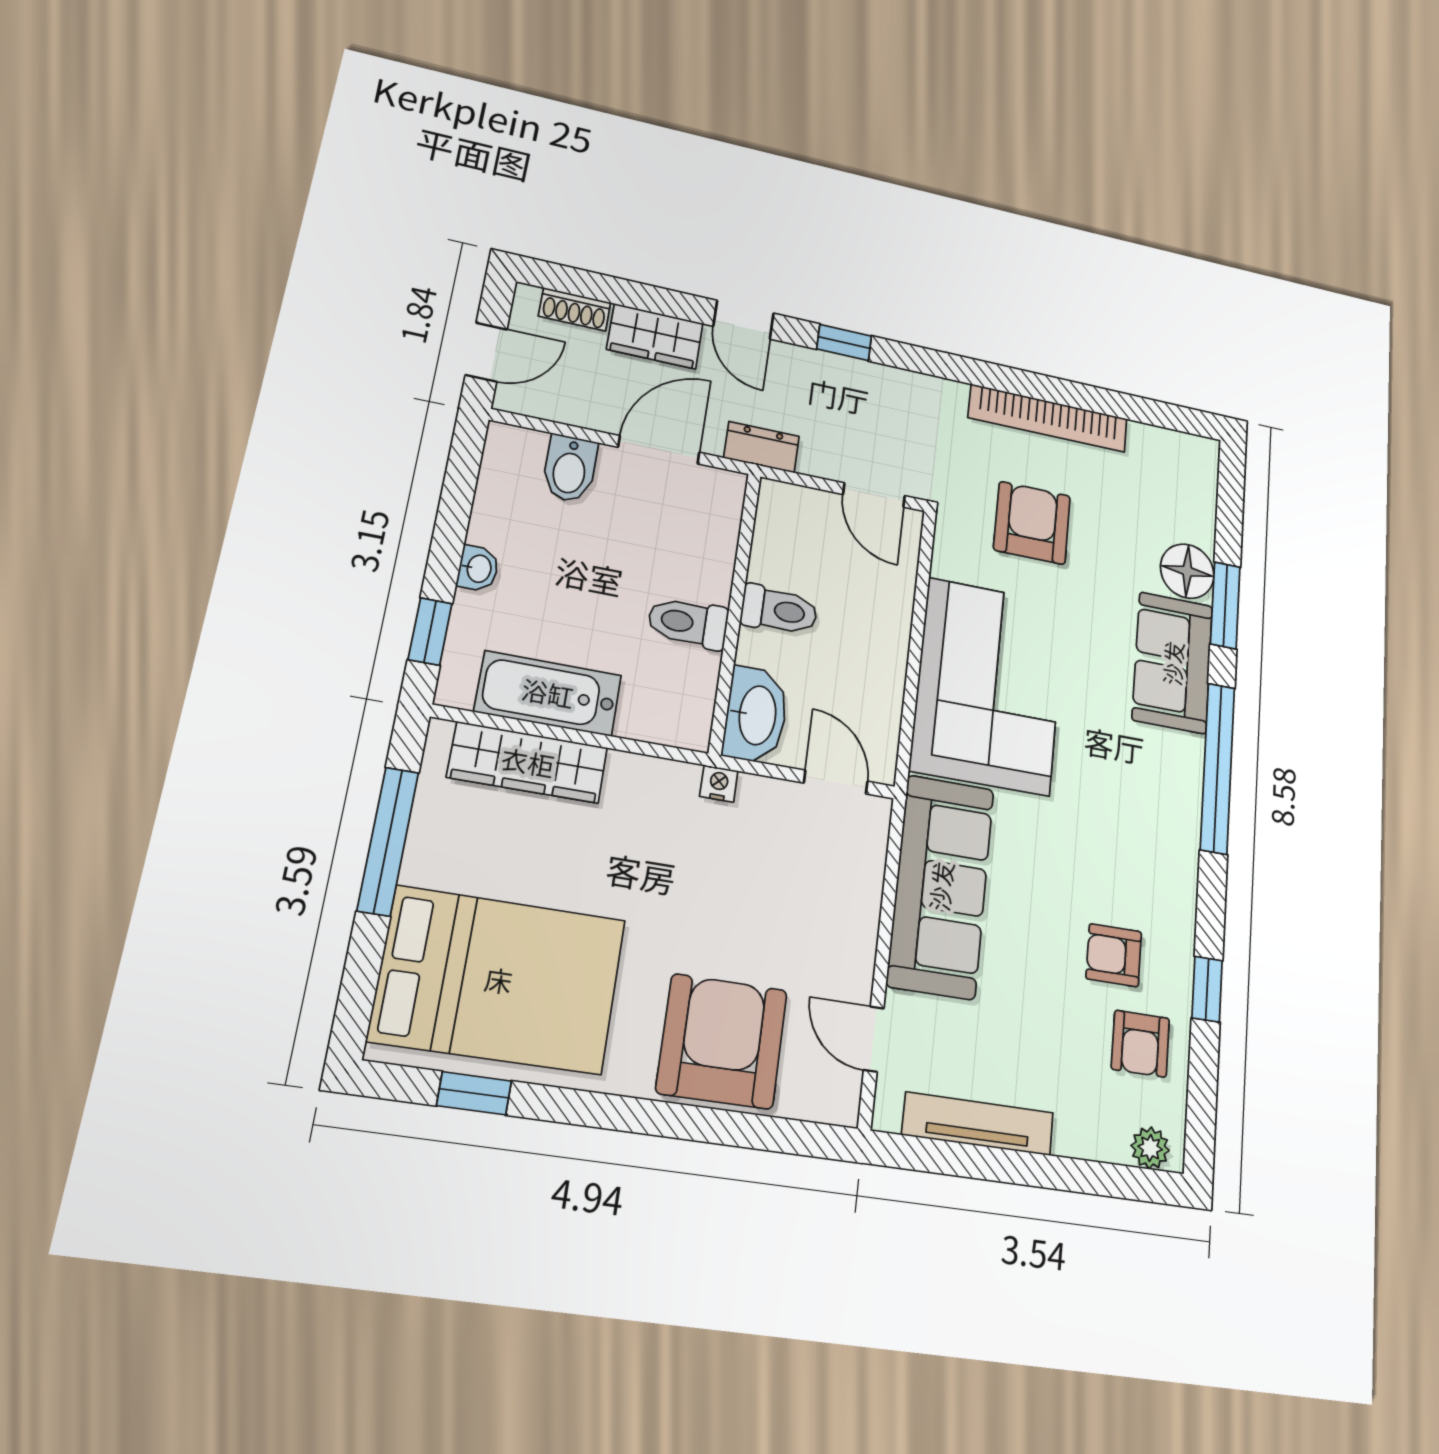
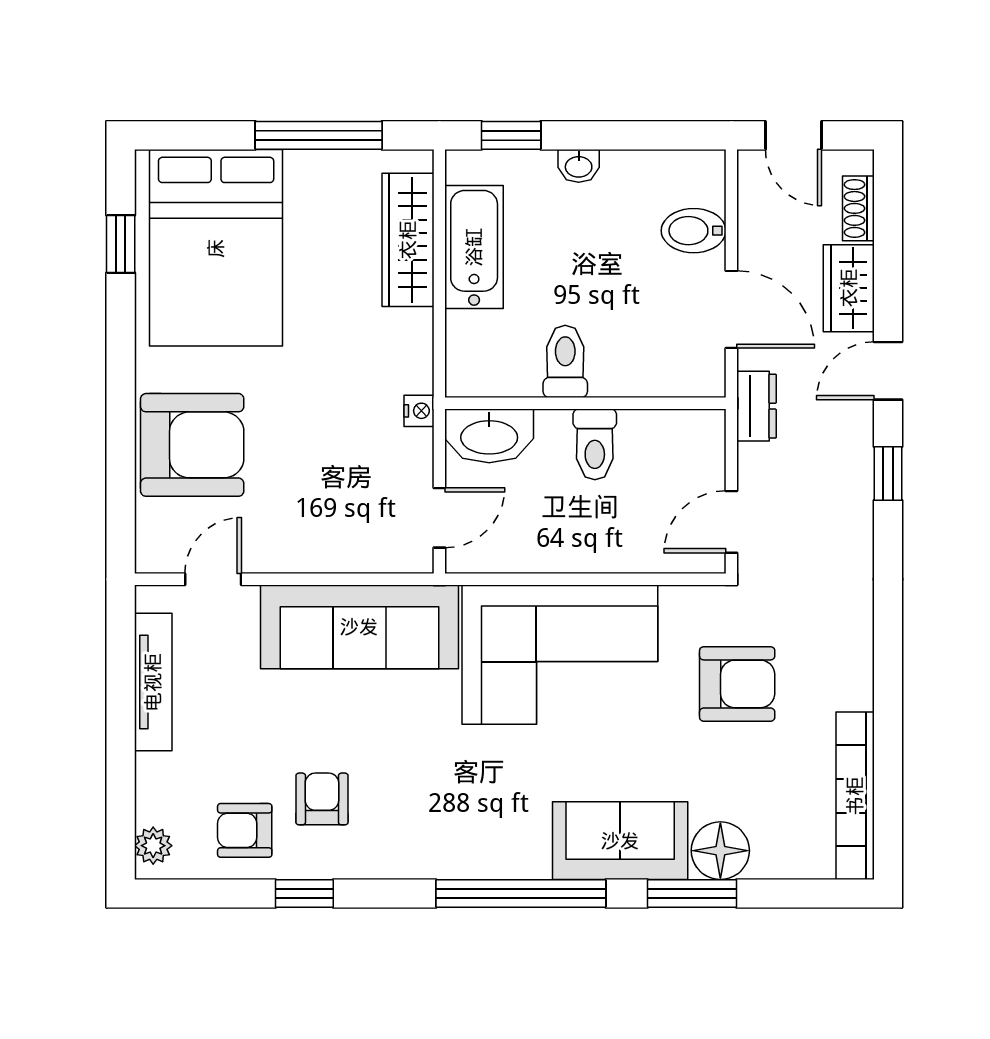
bookcase: (1048, 418) -> (855, 796), moved

